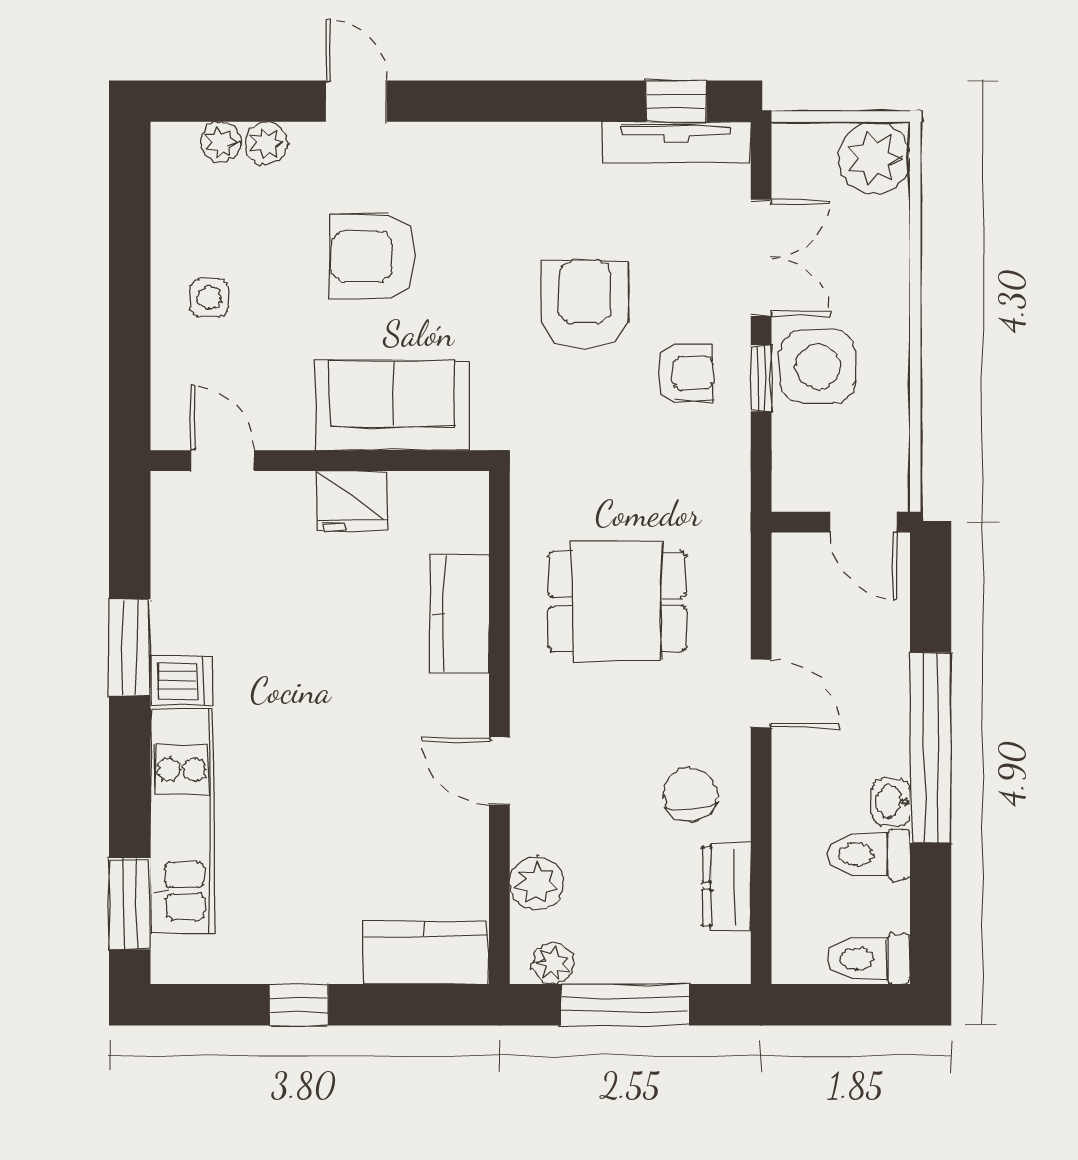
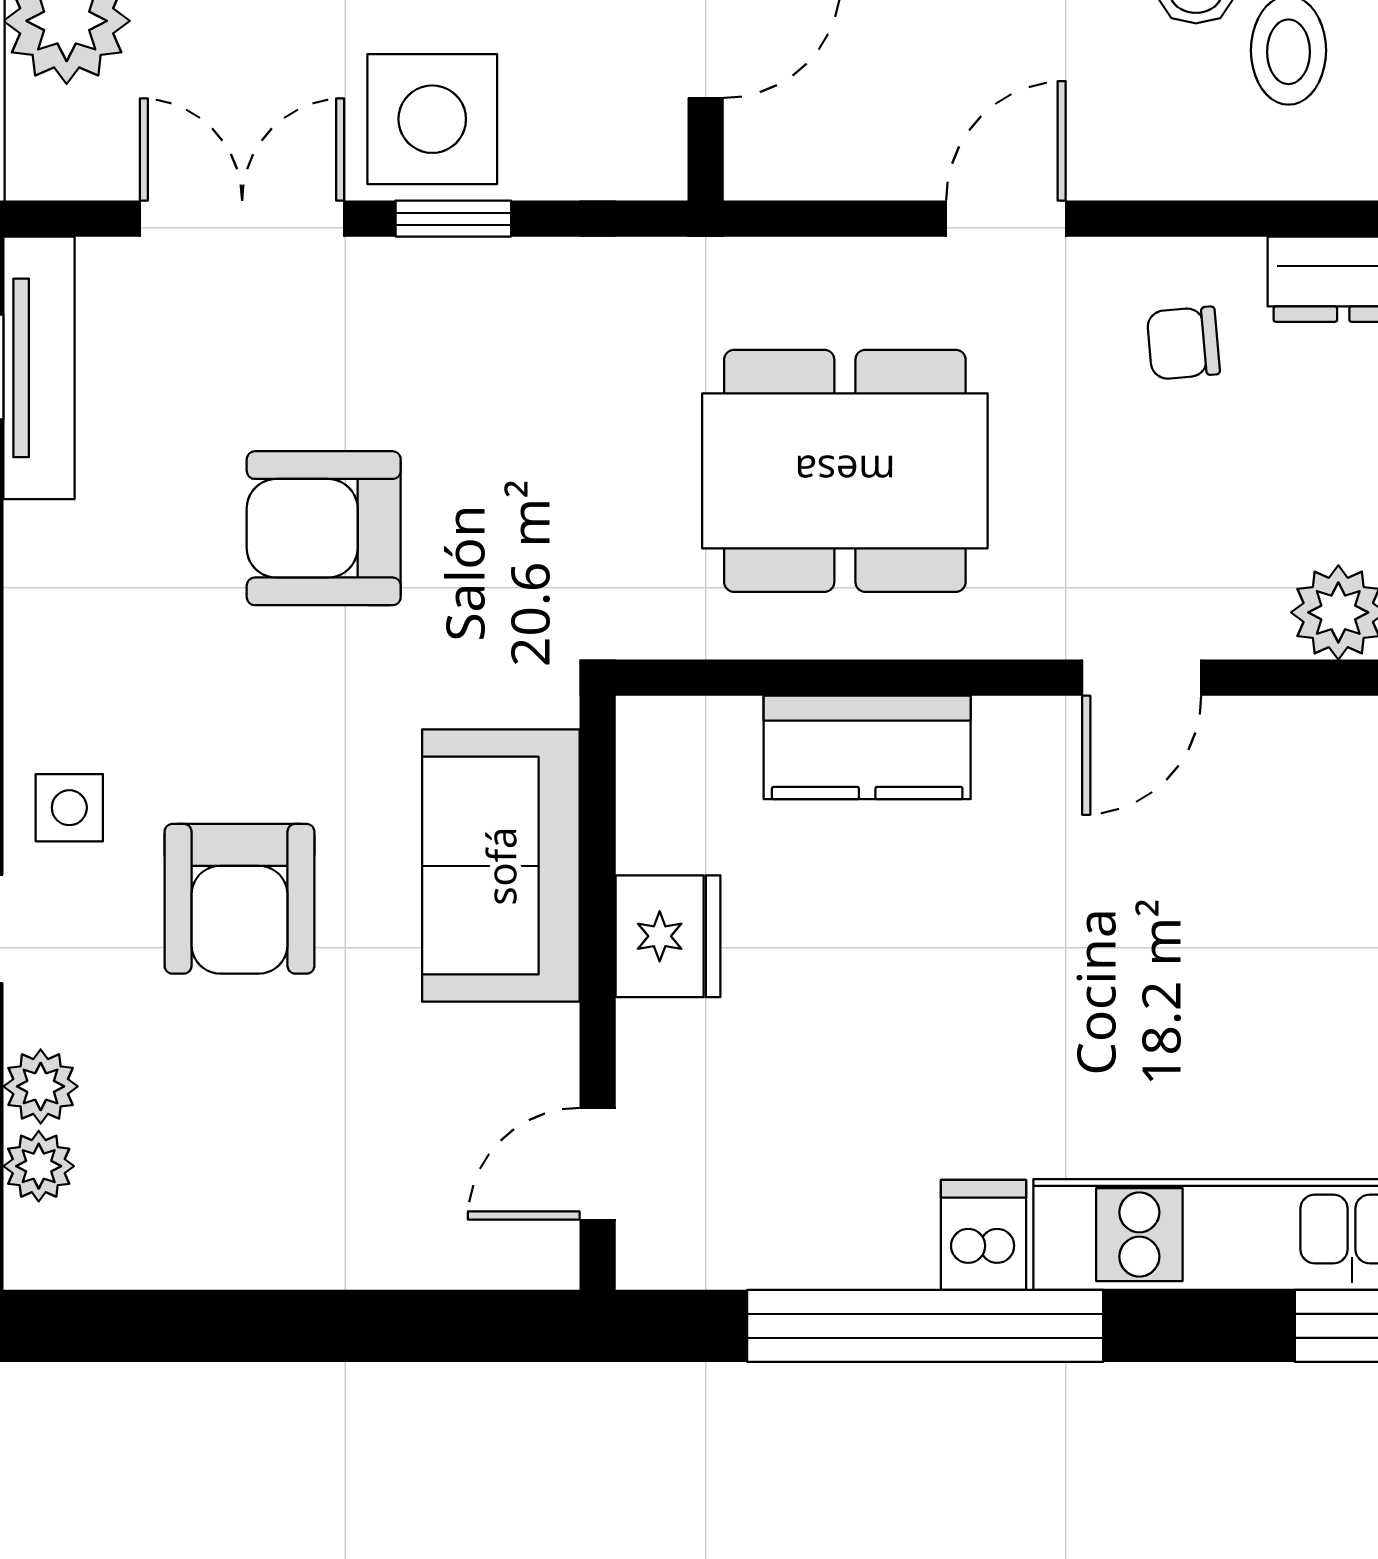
side table: (209, 298) -> (69, 808), moved
armchair: (685, 373) -> (444, 352), removed
dining table: (617, 602) -> (845, 471), width x1.38
window: (130, 647) -> (925, 1326), width x2.11
chair: (690, 795) -> (1183, 343), width x0.73, depth x0.73

